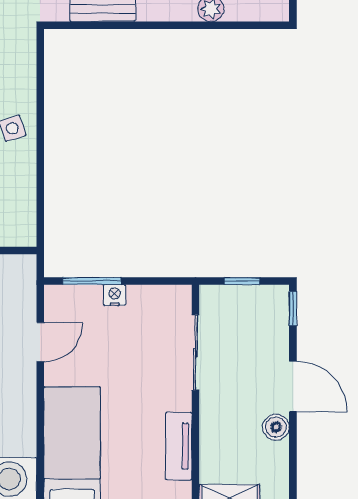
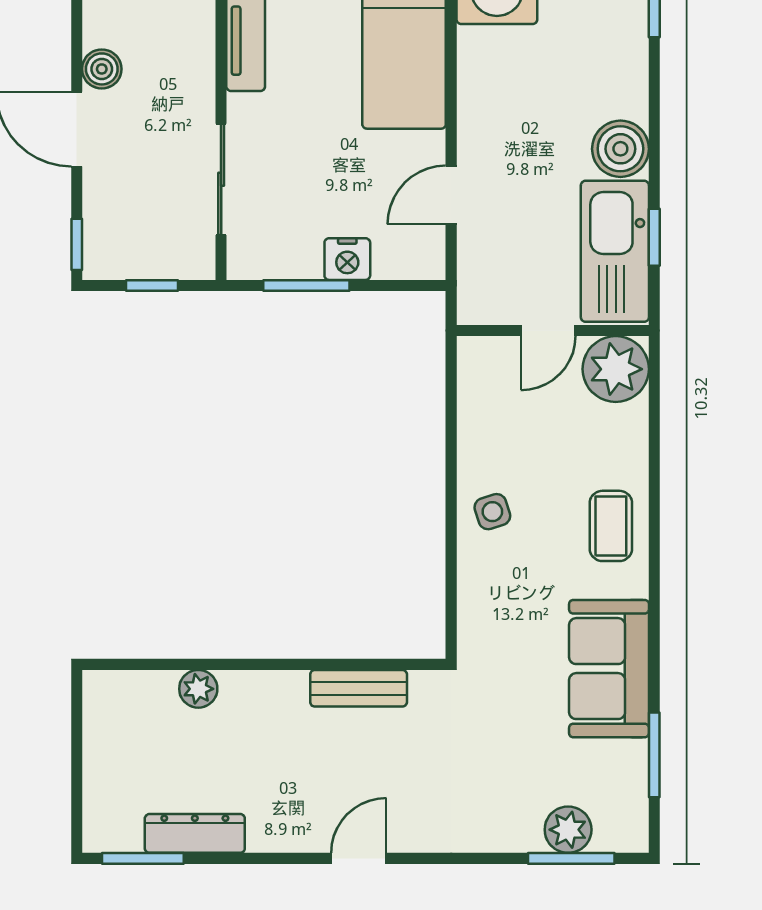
window: (92, 281) -> (306, 285), moved
nightstand: (115, 295) -> (347, 259), width x1.39, depth x1.35

